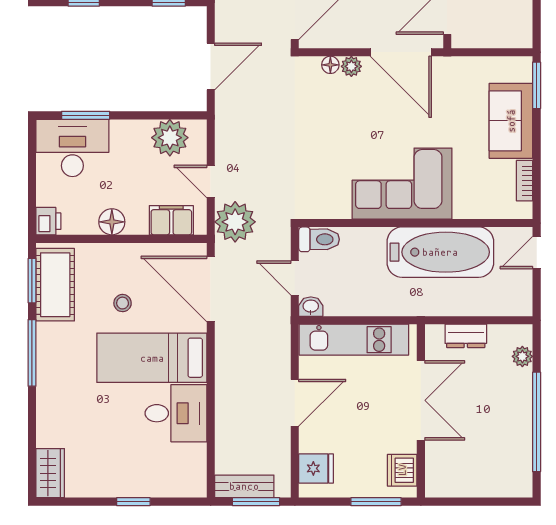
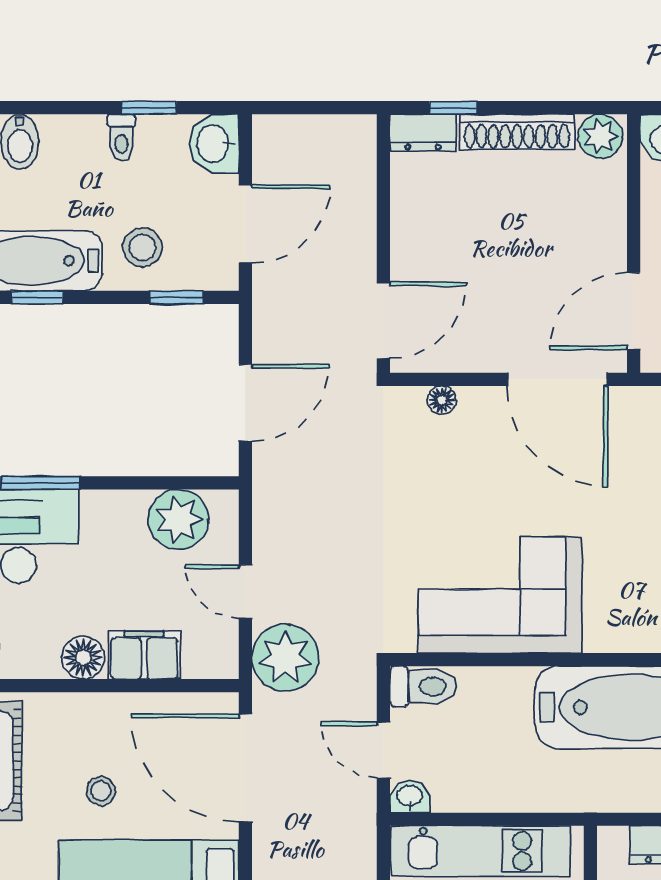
plant: (351, 66) -> (476, 403), removed
corner sofa: (402, 184) -> (500, 595), moved
filing cabinet: (171, 220) -> (144, 655), moved

